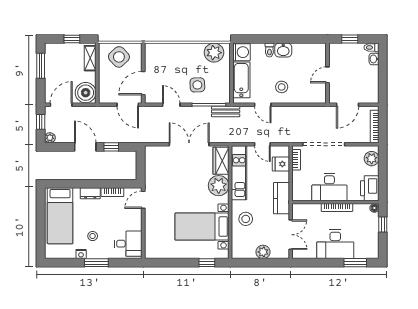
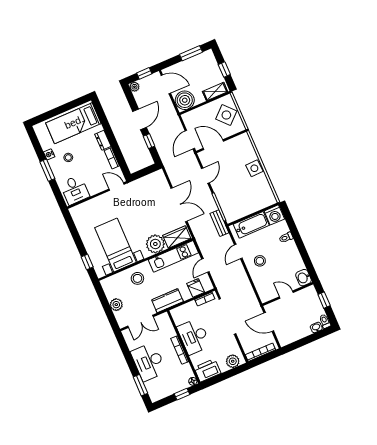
washbasin: (283, 50) -> (303, 278), moved
plant: (214, 53) -> (264, 192), removed
side table: (197, 85) -> (254, 168), moved

